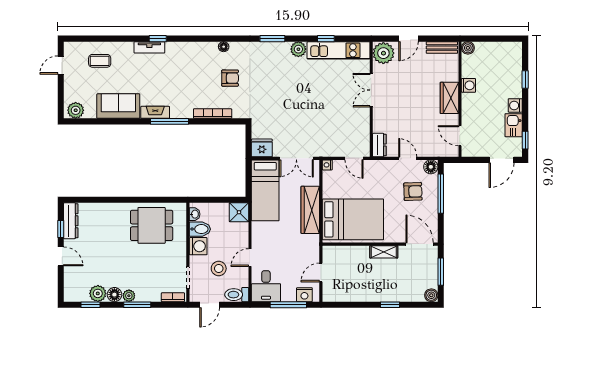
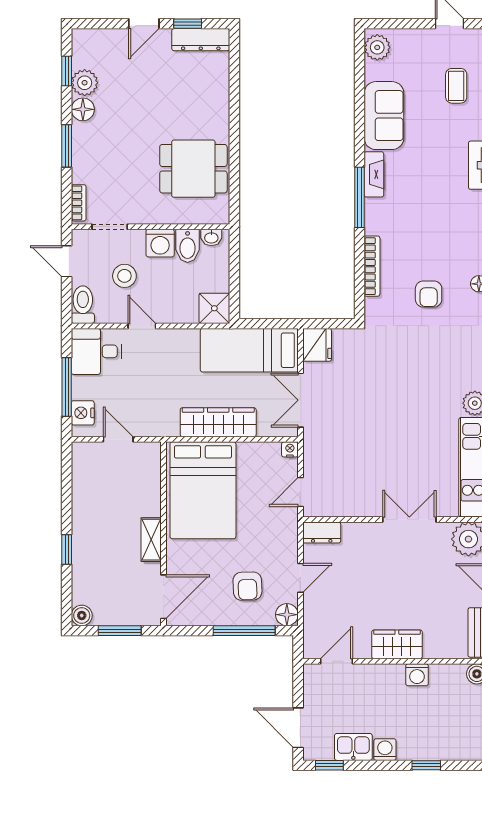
dining table: (152, 225) -> (193, 169), turned 90
plant: (129, 296) -> (81, 132), removed

